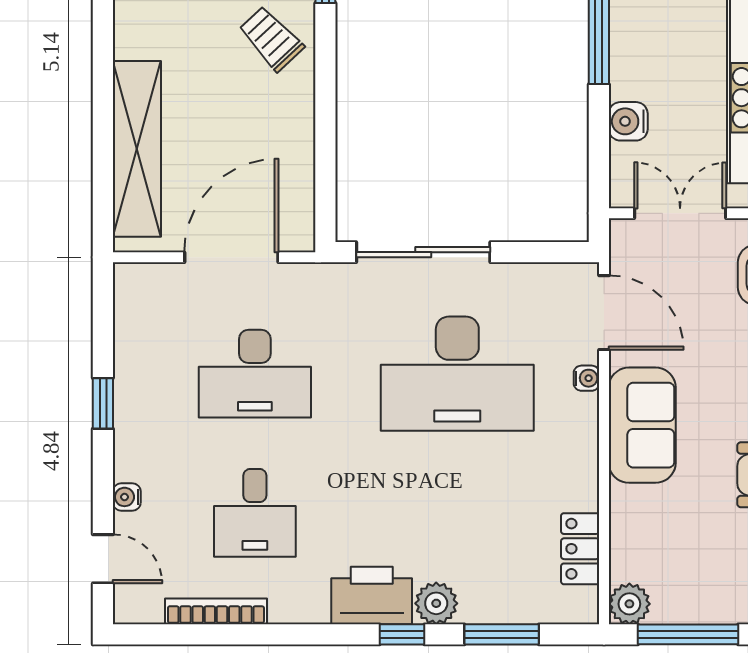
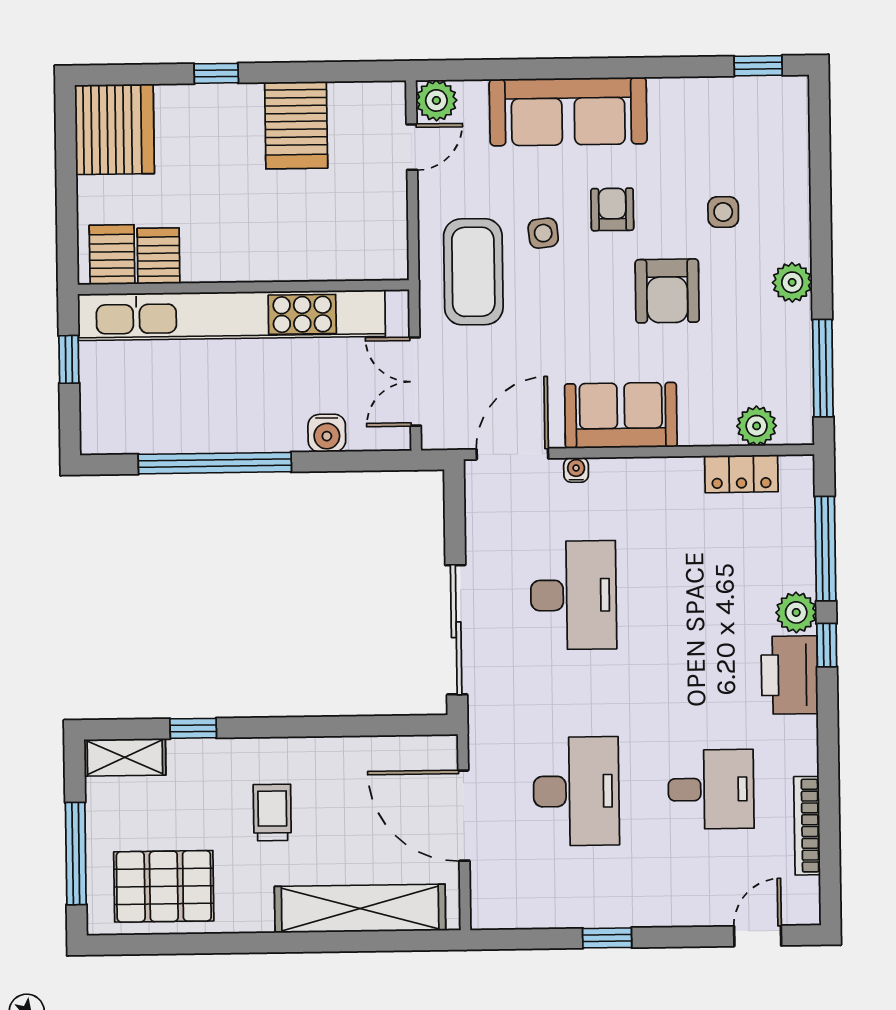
trolley: (271, 39) -> (272, 812), moved, turned 133
desk: (457, 374) -> (573, 595), width x0.73, depth x0.77
water cooler: (127, 497) -> (697, 914), removed
plant: (629, 604) -> (757, 426), moved
window: (502, 634) -> (825, 549), width x1.44

